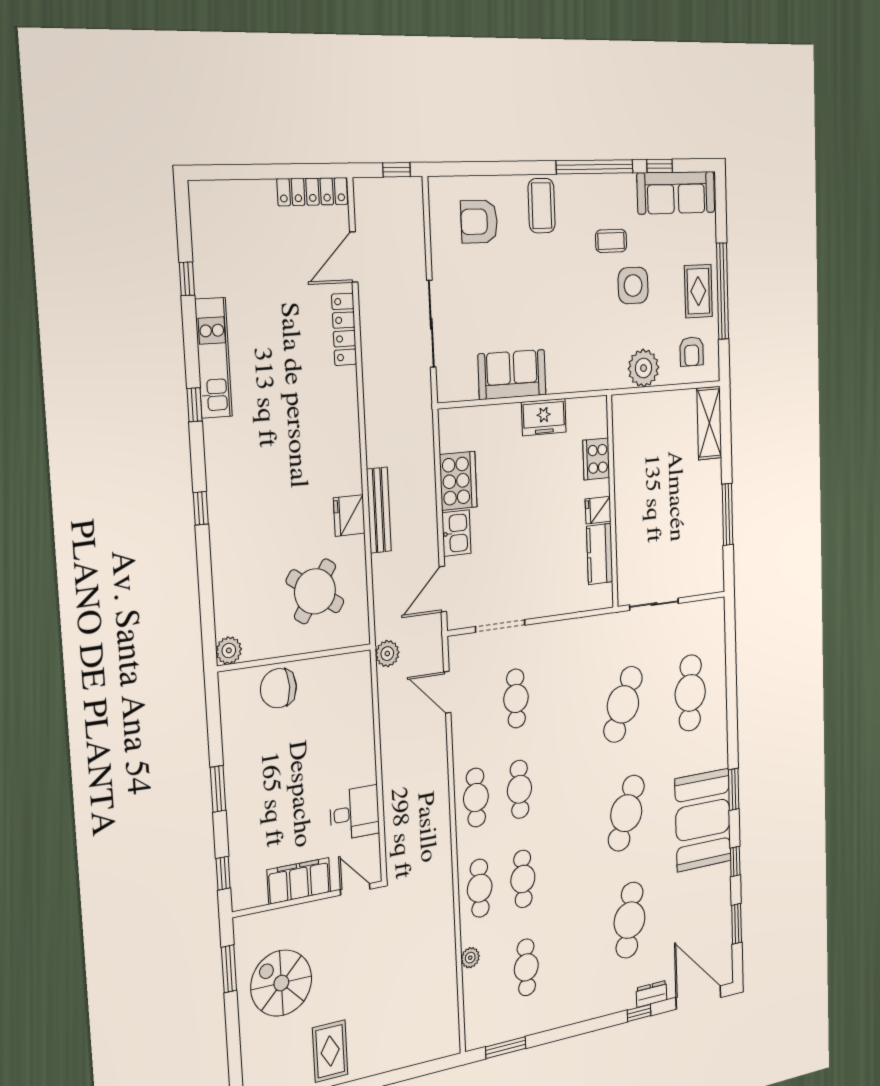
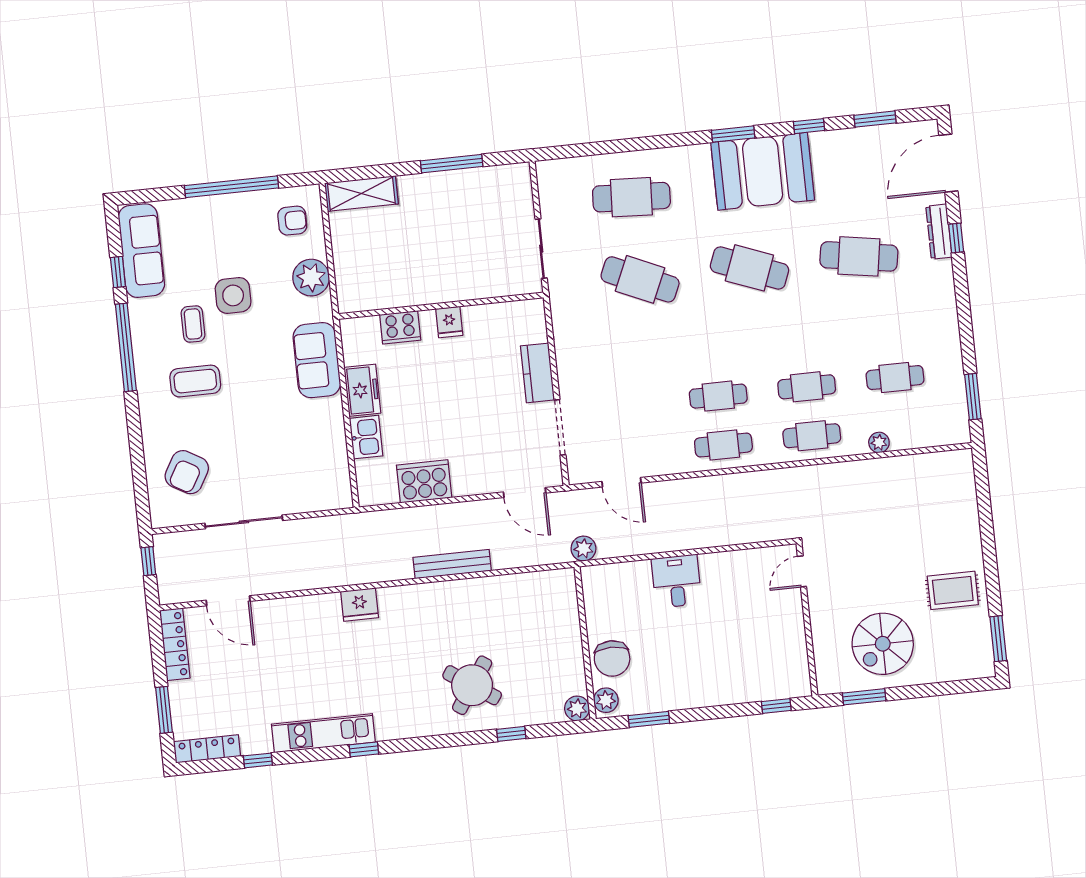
window: (245, 172) -> (164, 710), added
coffee table: (542, 206) -> (195, 381), moved
armchair: (479, 222) -> (187, 472), turned 30
rug: (698, 291) -> (233, 217), removed
sliding door: (431, 324) -> (244, 522), moved
locker: (344, 329) -> (207, 749), moved, turned 180
sofa: (512, 375) -> (317, 360), moved
window: (201, 508) -> (511, 734), moved
fridge: (349, 516) -> (360, 605), moved
kitchen sink: (456, 533) -> (366, 437), moved, turned 90
kitchen counter: (600, 554) -> (538, 373), moved, turned 90
round table: (315, 591) -> (472, 685), moved
plant: (236, 683) -> (606, 700), added
door: (447, 692) -> (621, 482), hinge flipped
cafe table: (516, 698) -> (630, 405), removed
window: (218, 789) -> (649, 719), moved
desk: (355, 813) -> (676, 581), moved
filing cabinet: (299, 881) -> (789, 630), removed
dresser: (652, 994) -> (939, 232), width x1.44

